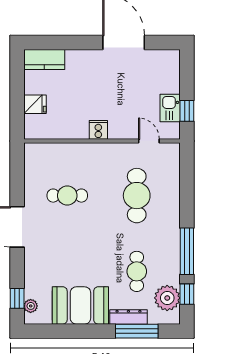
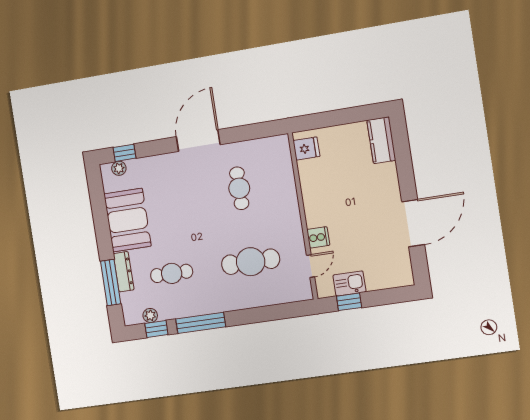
fridge: (35, 104) -> (306, 149), moved, turned -90
cooker: (98, 130) -> (318, 237), moved
plant: (167, 298) -> (150, 315), width x0.53, depth x0.53

